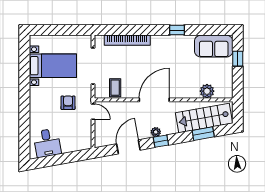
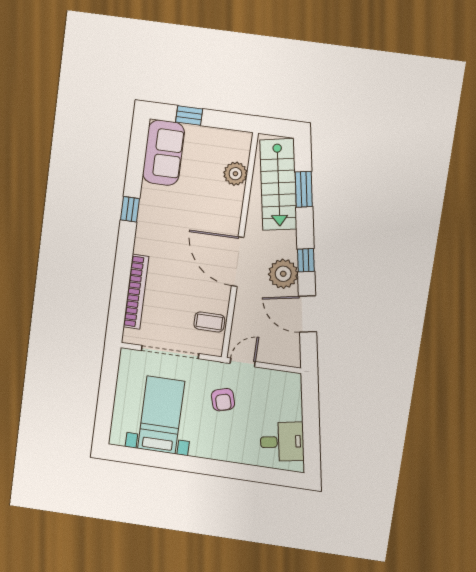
armchair: (68, 103) -> (223, 400), turned -106
plant: (156, 132) -> (283, 274), width x1.87, depth x1.87

